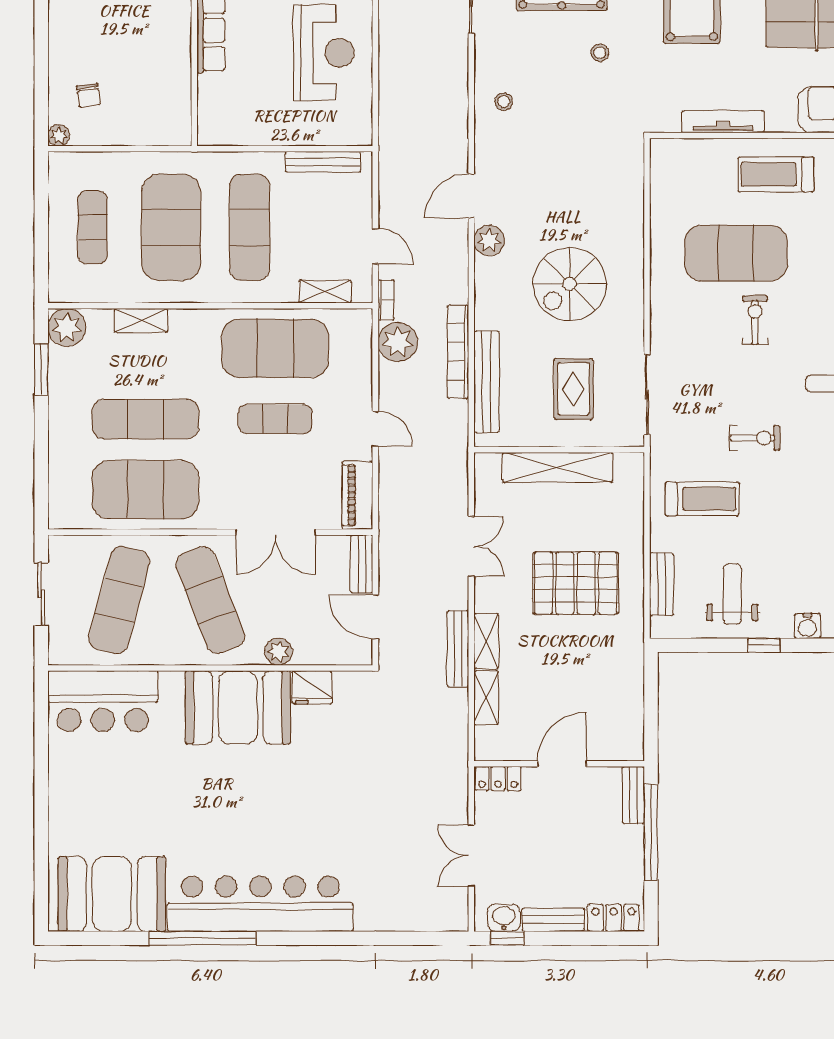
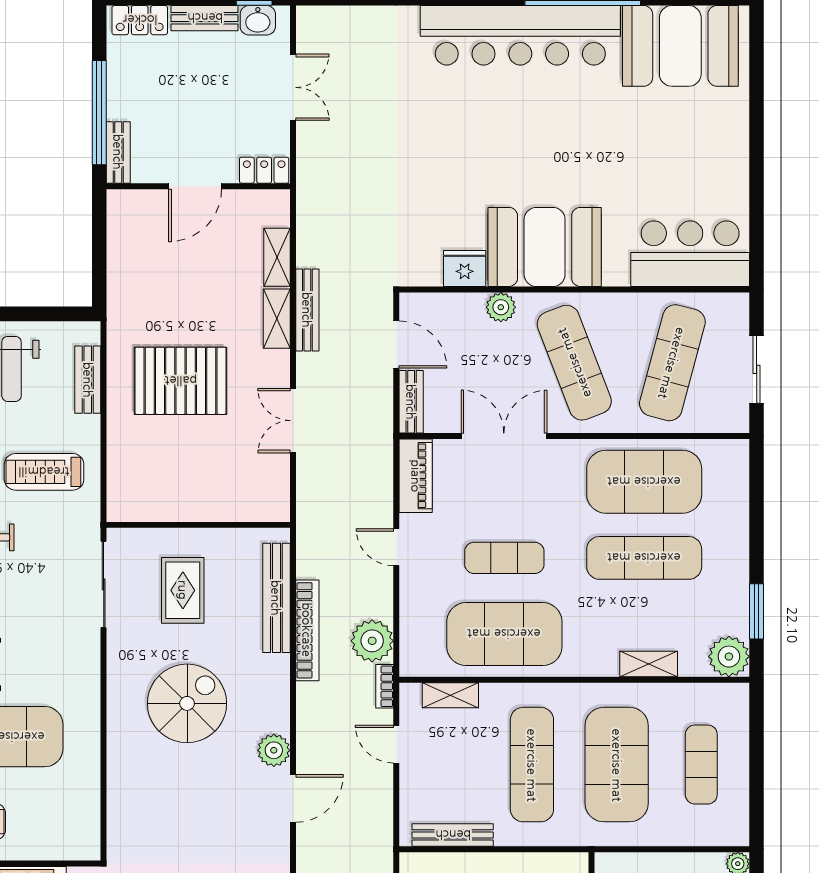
shelving: (558, 467) -> (200, 506), removed

